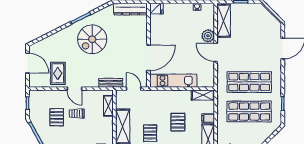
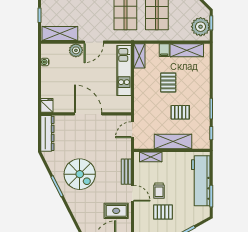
door: (148, 58) -> (88, 114), moved
kitchen unit: (173, 81) -> (124, 71), moved
bench: (111, 83) -> (126, 172), moved
door: (74, 89) -> (132, 193), hinge flipped
pallet: (178, 122) -> (168, 83), turned 90

